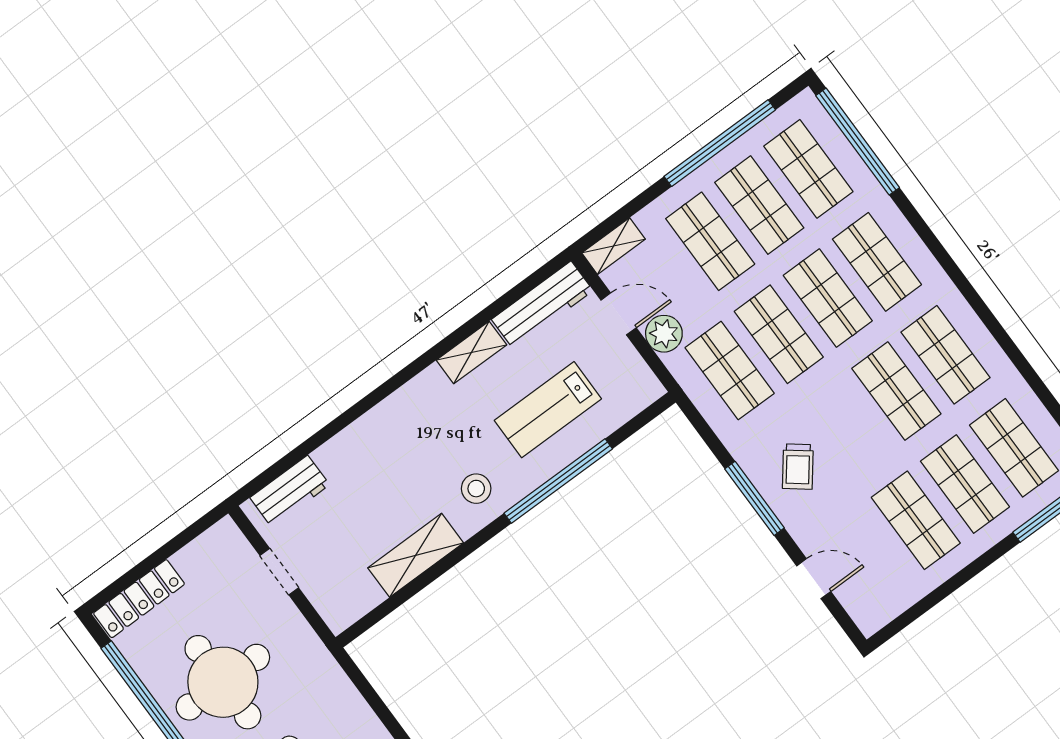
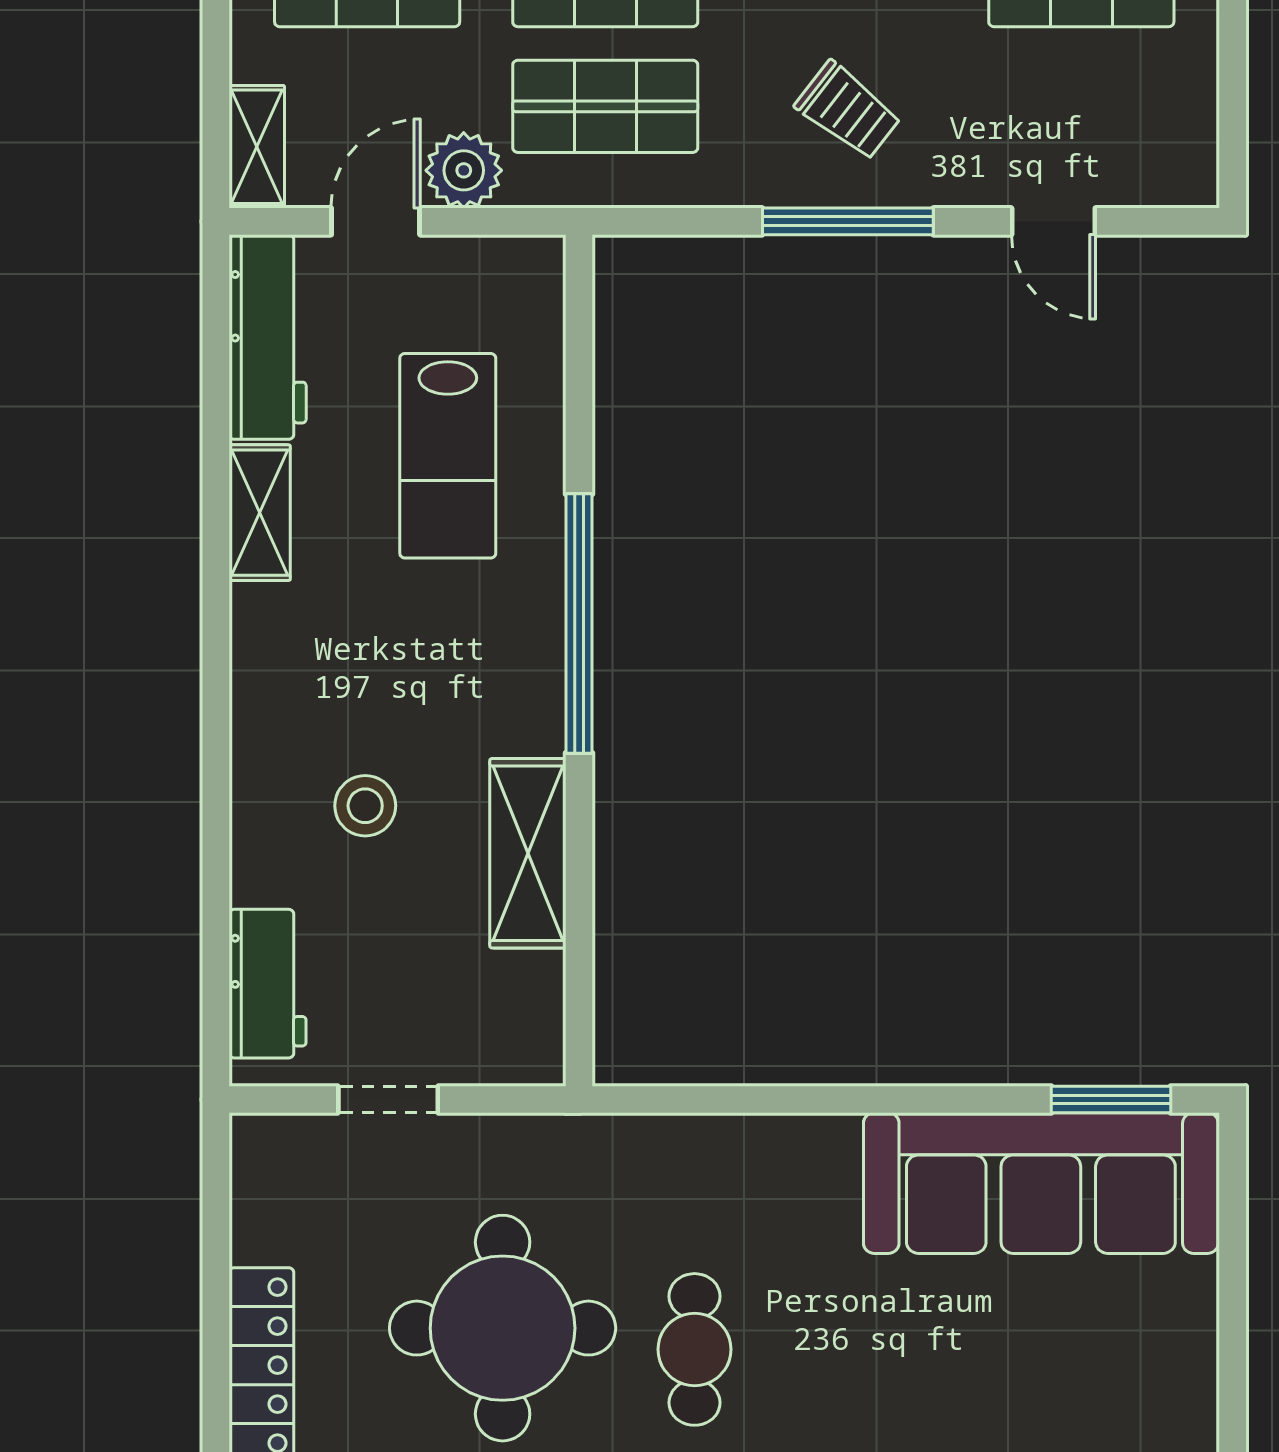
window: (558, 481) -> (579, 623), moved
stool: (476, 489) -> (365, 806), moved
door: (814, 579) -> (1053, 221), swing flipped

